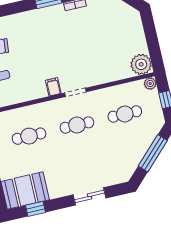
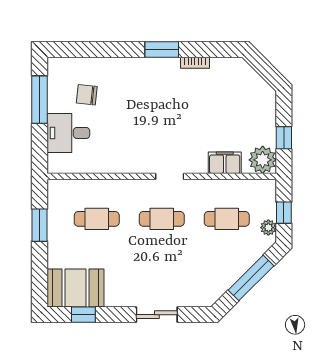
window: (153, 44) -> (284, 138), added
plant: (150, 84) -> (268, 228), moved
filing cabinet: (53, 87) -> (225, 163), moved, width x2.00

